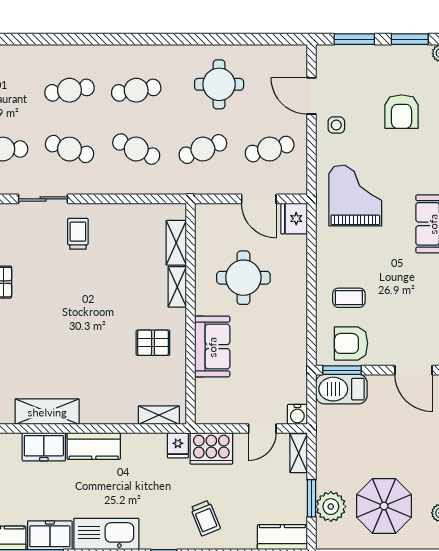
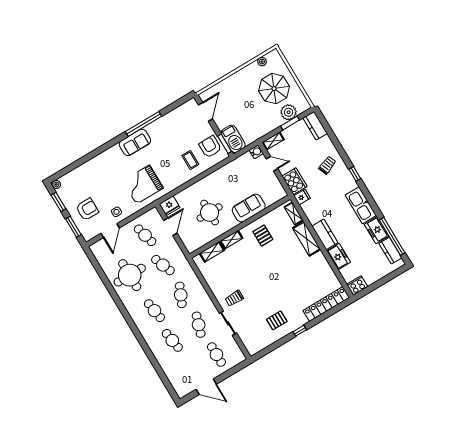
round table: (219, 84) -> (130, 275), width x1.36, depth x1.36
armchair: (402, 112) -> (87, 209), moved
armchair: (351, 343) -> (210, 147), turned 180
shelving: (47, 412) -> (307, 239), moved

